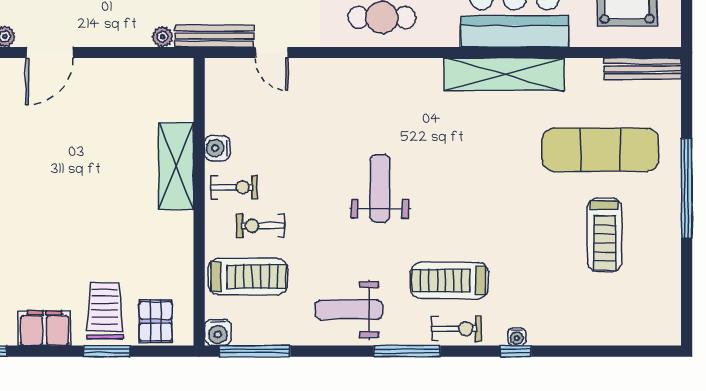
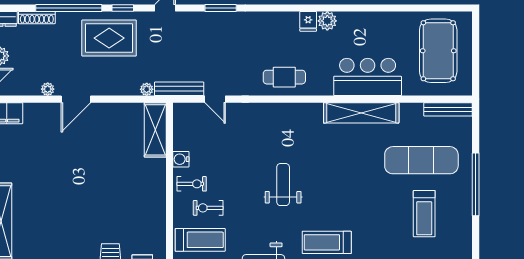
shelving: (176, 166) -> (155, 130), moved

